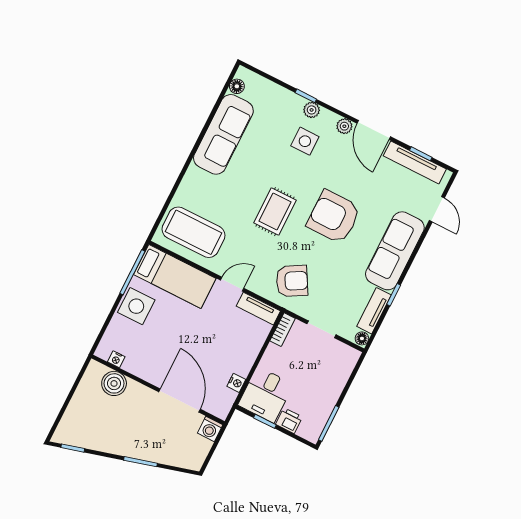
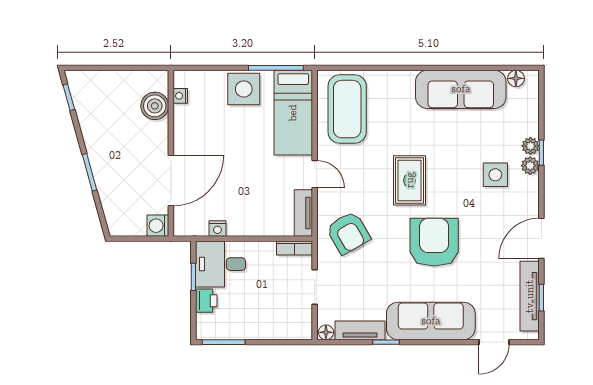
plant: (344, 126) -> (530, 146), moved
rug: (275, 211) -> (410, 180), turned 90

